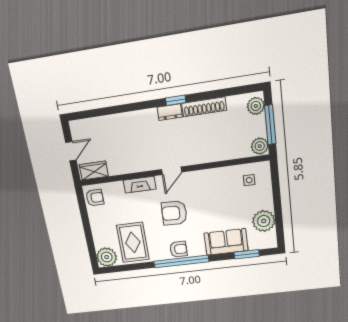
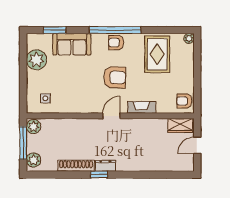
plant: (107, 257) -> (189, 38), width x0.53, depth x0.53

